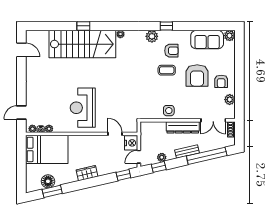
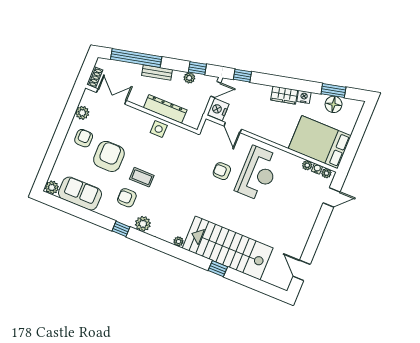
armchair: (110, 99) -> (222, 171), added
dresser: (183, 127) -> (165, 109), moved
nightstand: (72, 178) -> (304, 97), added

